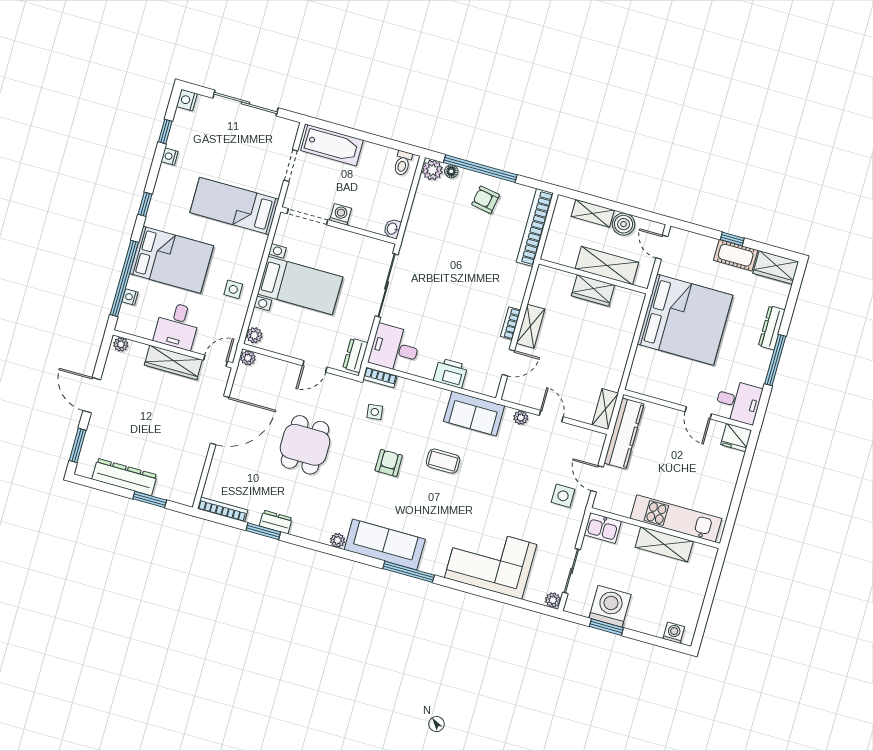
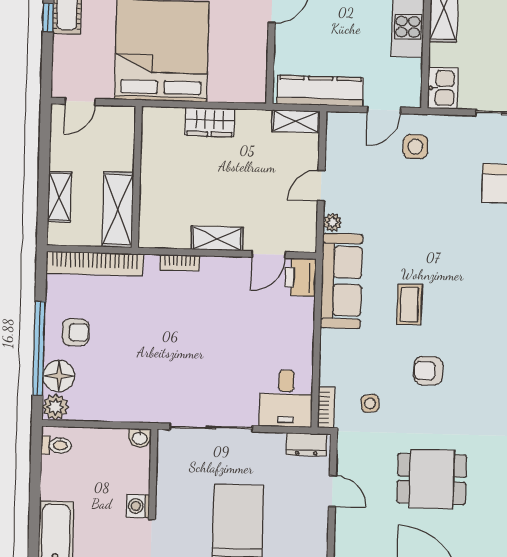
floor lamp: (451, 171) -> (59, 376), width x1.89, depth x1.89
armchair: (486, 200) -> (76, 332), turned -100
boiler: (624, 224) -> (63, 156), removed
shelving: (607, 265) -> (118, 210), moved
wardrobe: (593, 290) -> (210, 122), moved, turned 90
bookcase: (511, 323) -> (180, 263), moved
door: (508, 363) -> (269, 254), swing flipped
printer: (450, 373) -> (300, 277), moved
sofa: (474, 413) -> (341, 281), width x1.36

